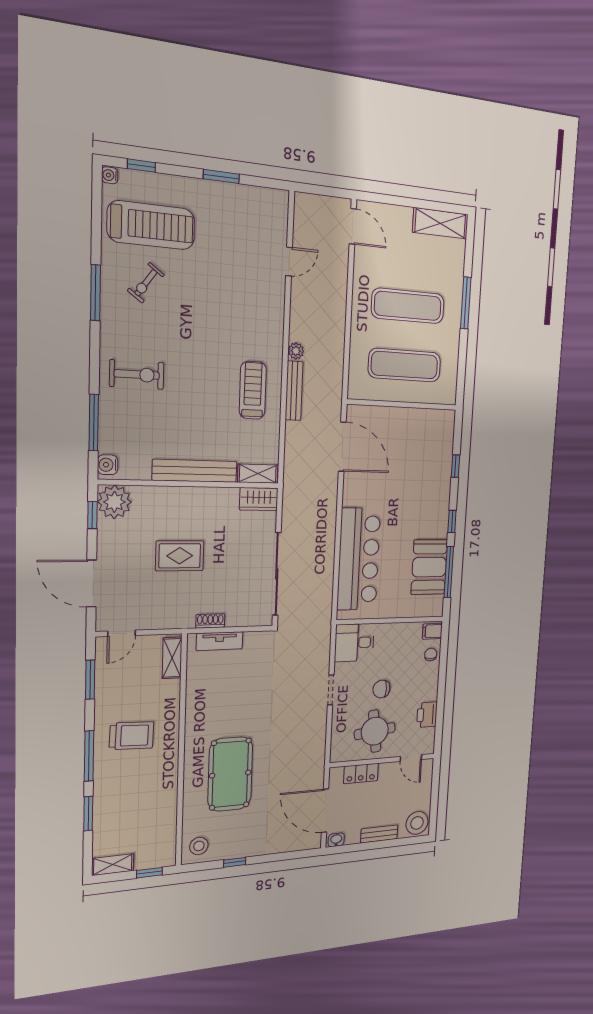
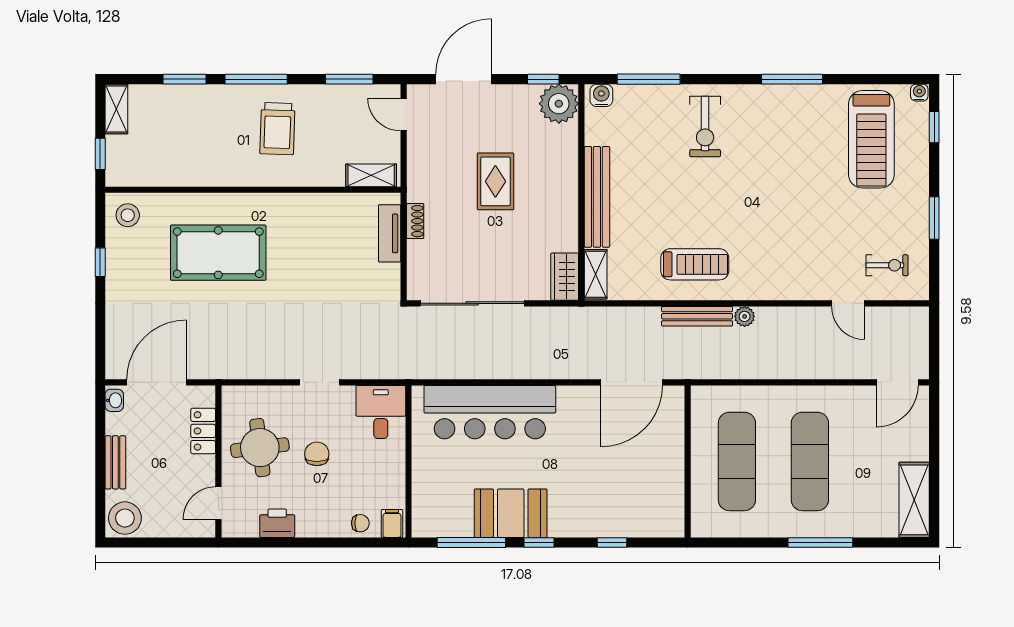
exercise bike: (146, 283) -> (887, 265), moved, turned 144
booth: (429, 567) -> (511, 513), moved

